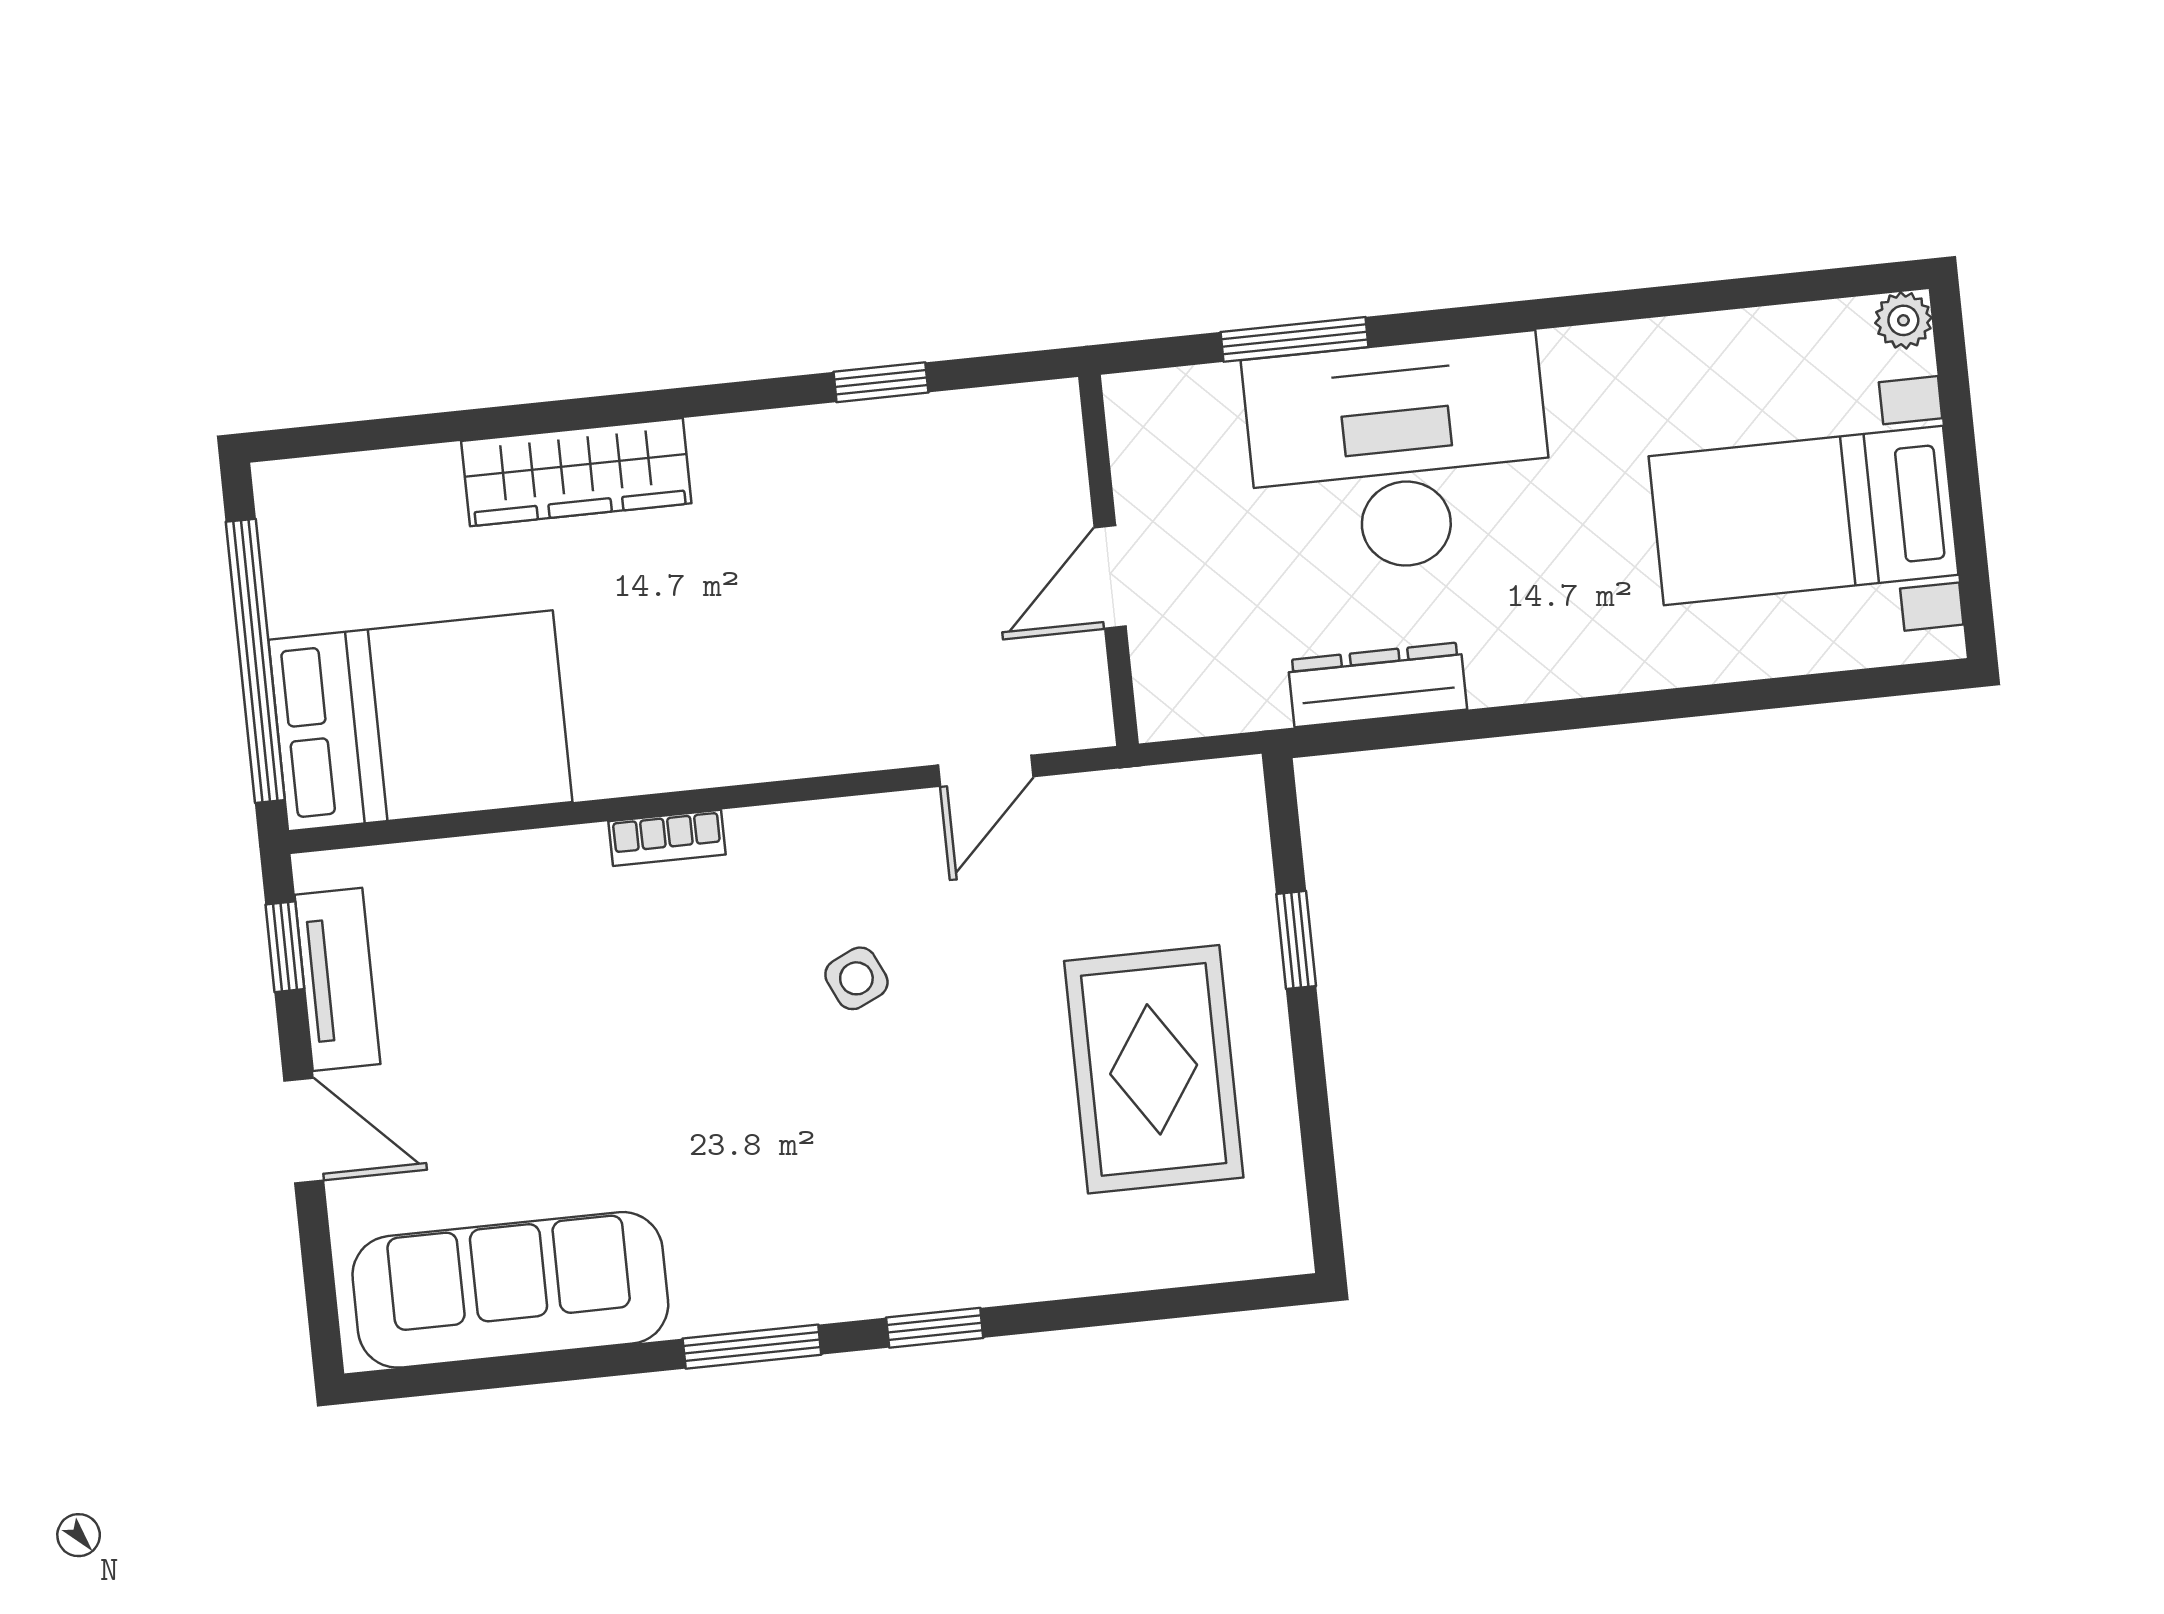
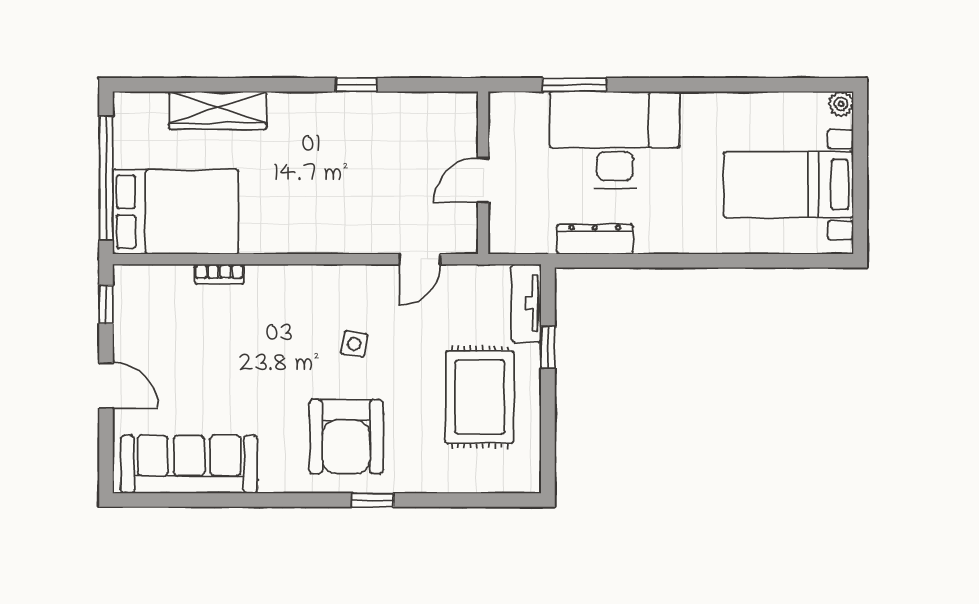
window: (881, 382) -> (356, 85), moved
wardrobe: (576, 472) -> (218, 110), moved
bookcase: (667, 838) -> (219, 274), moved
side table: (856, 978) -> (354, 344), turned 35
tv unit: (337, 979) -> (526, 303), moved, turned 180
armchair: (860, 1190) -> (346, 437), added
window: (752, 1347) -> (292, 500), removed

